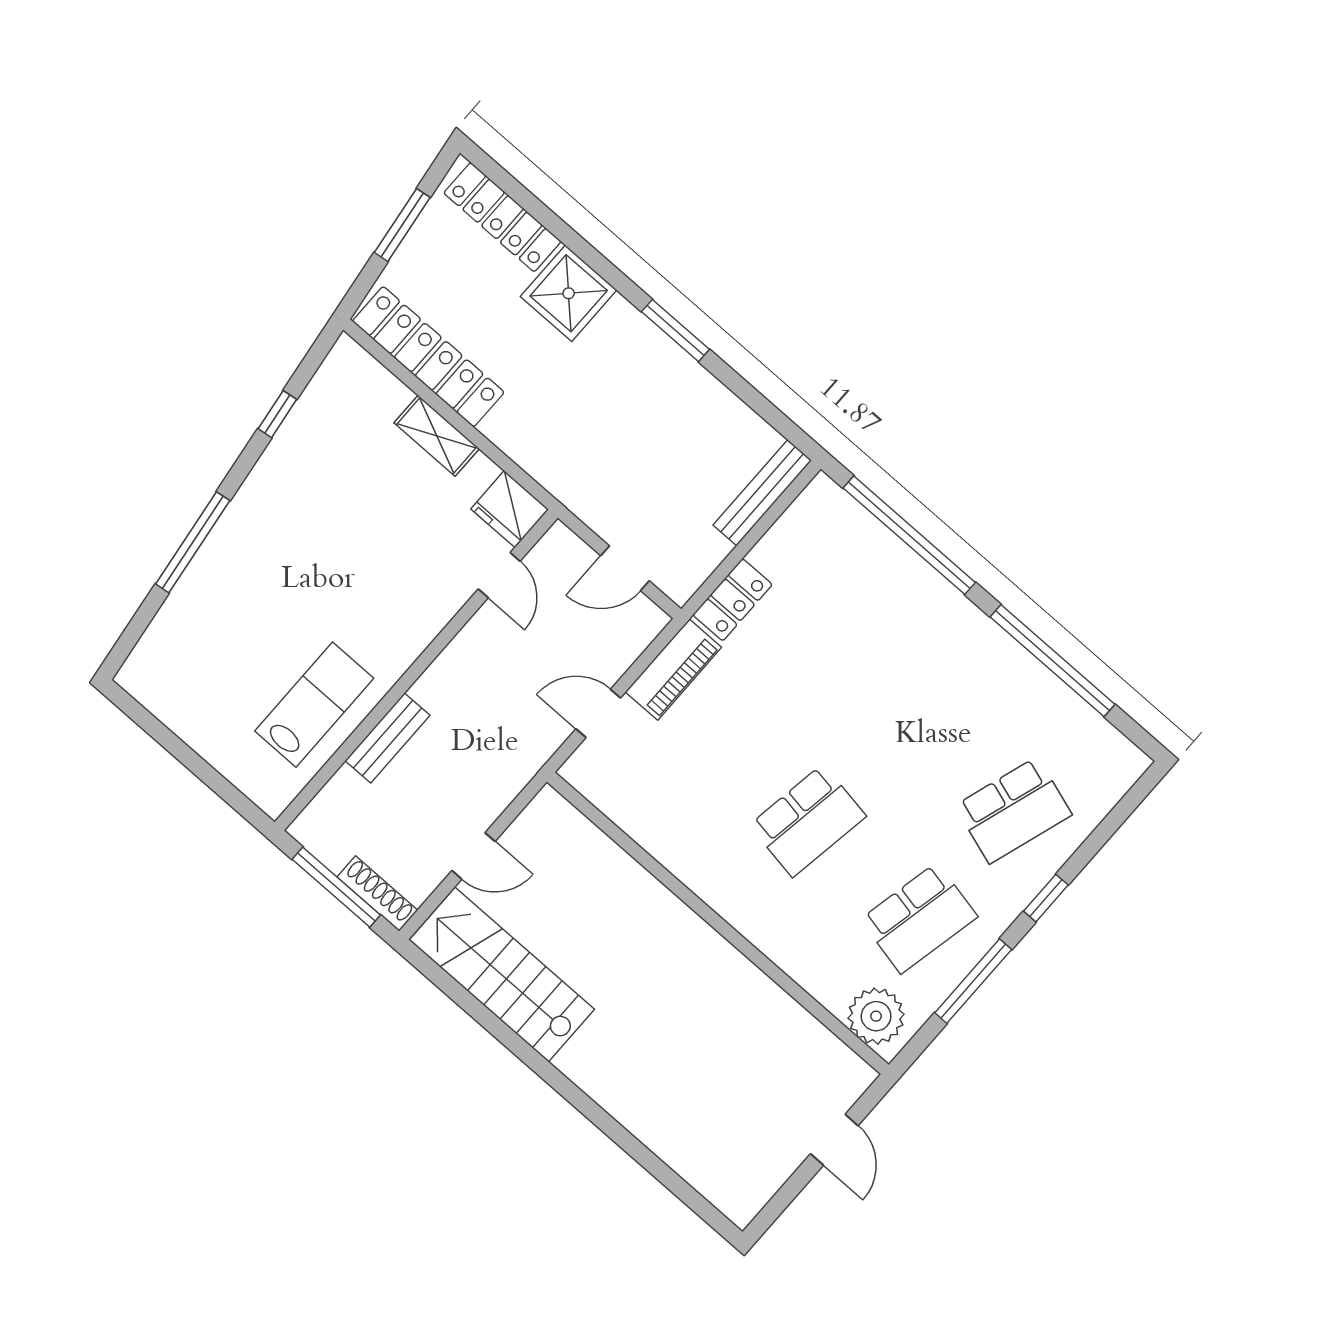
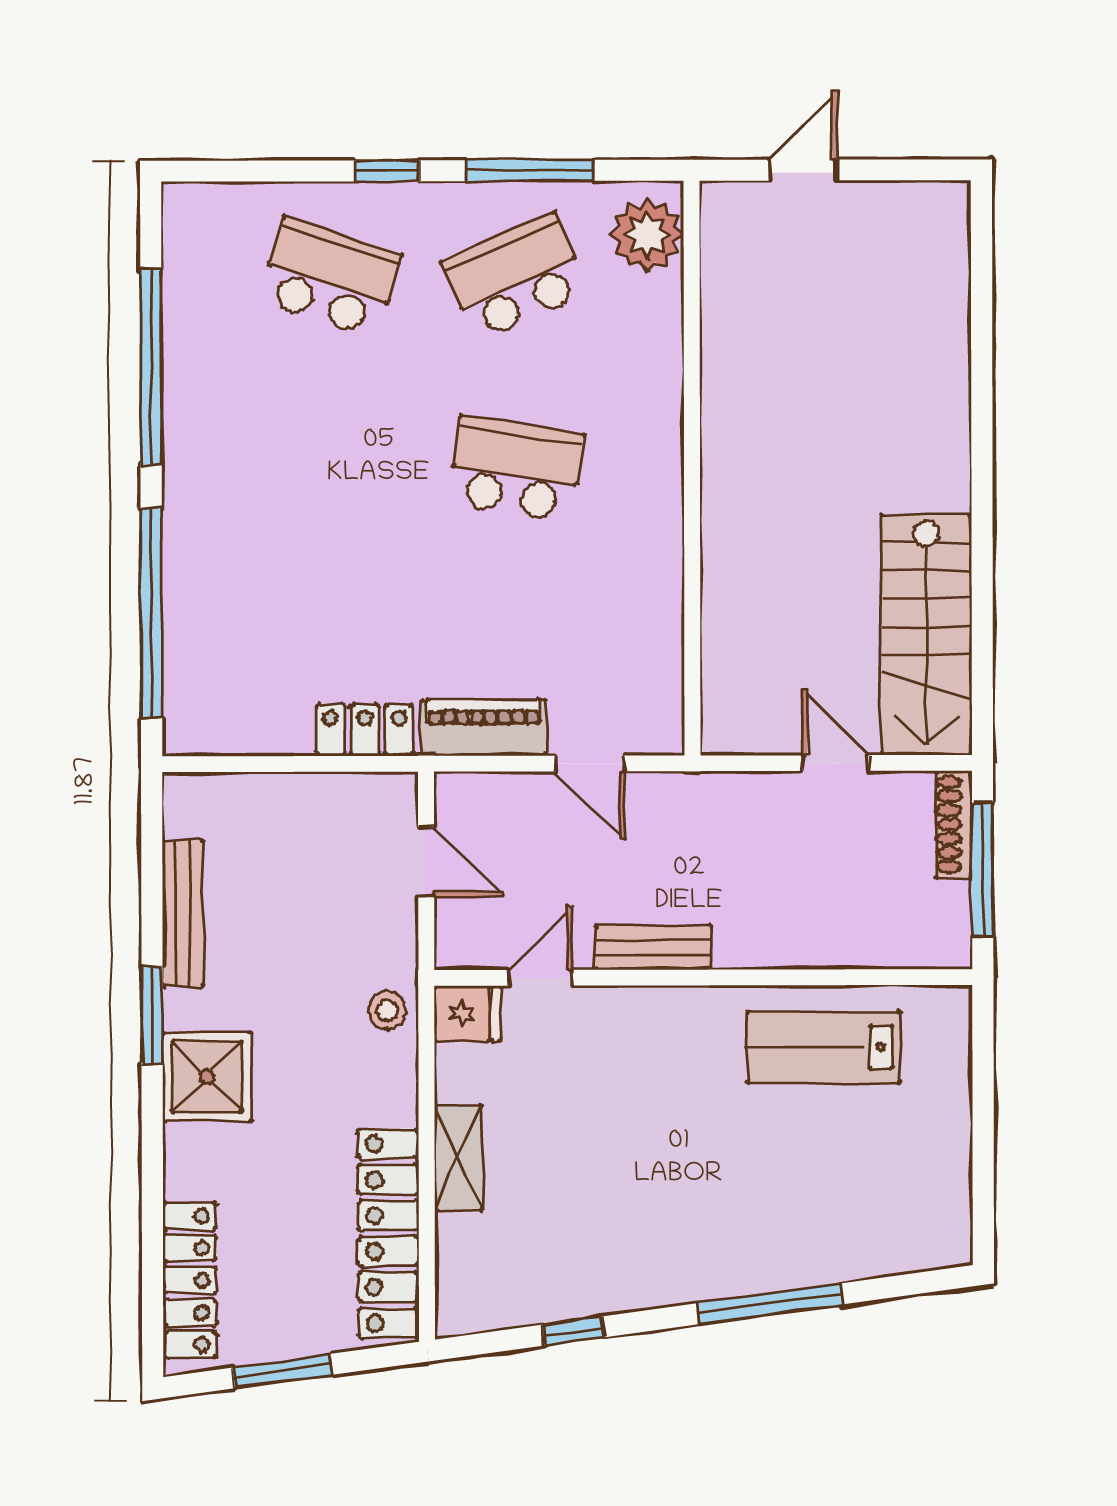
shower: (569, 293) -> (207, 1077), moved
stool: (558, 470) -> (387, 1010), added
bench: (762, 493) -> (183, 913), moved, turned 90
fridge: (510, 509) -> (467, 1013), width x0.72
bench: (387, 738) -> (653, 948), moved
school desk: (919, 918) -> (515, 277), turned -36

